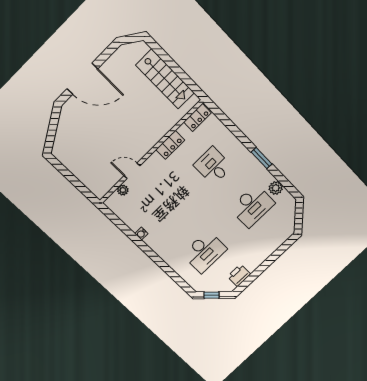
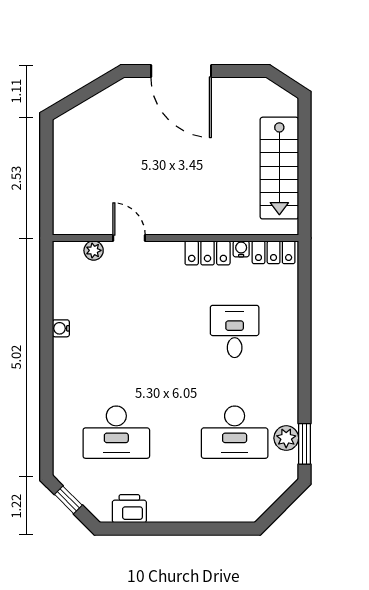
water cooler: (183, 129) -> (241, 249), added
window: (261, 158) -> (304, 444), moved

